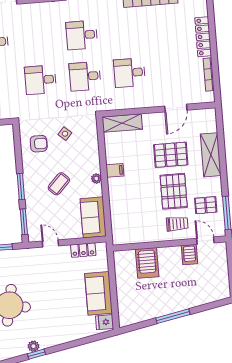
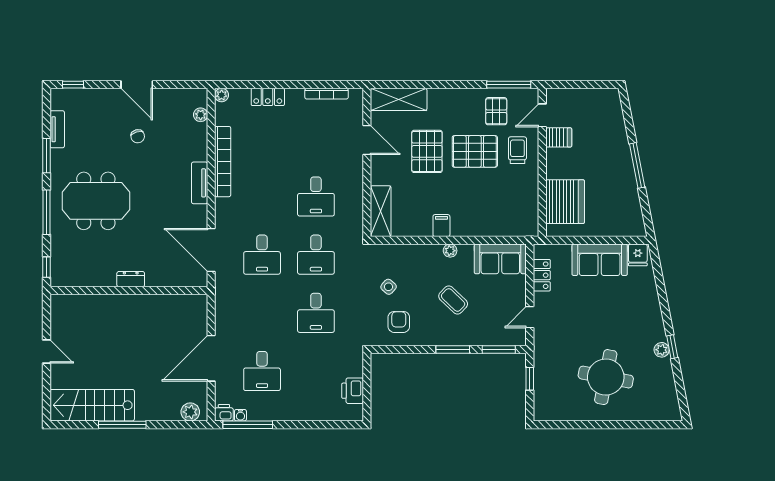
locker: (203, 37) -> (268, 97), width x0.66
shelving: (211, 155) -> (399, 99), moved
server rack: (147, 263) -> (565, 202), width x1.60

